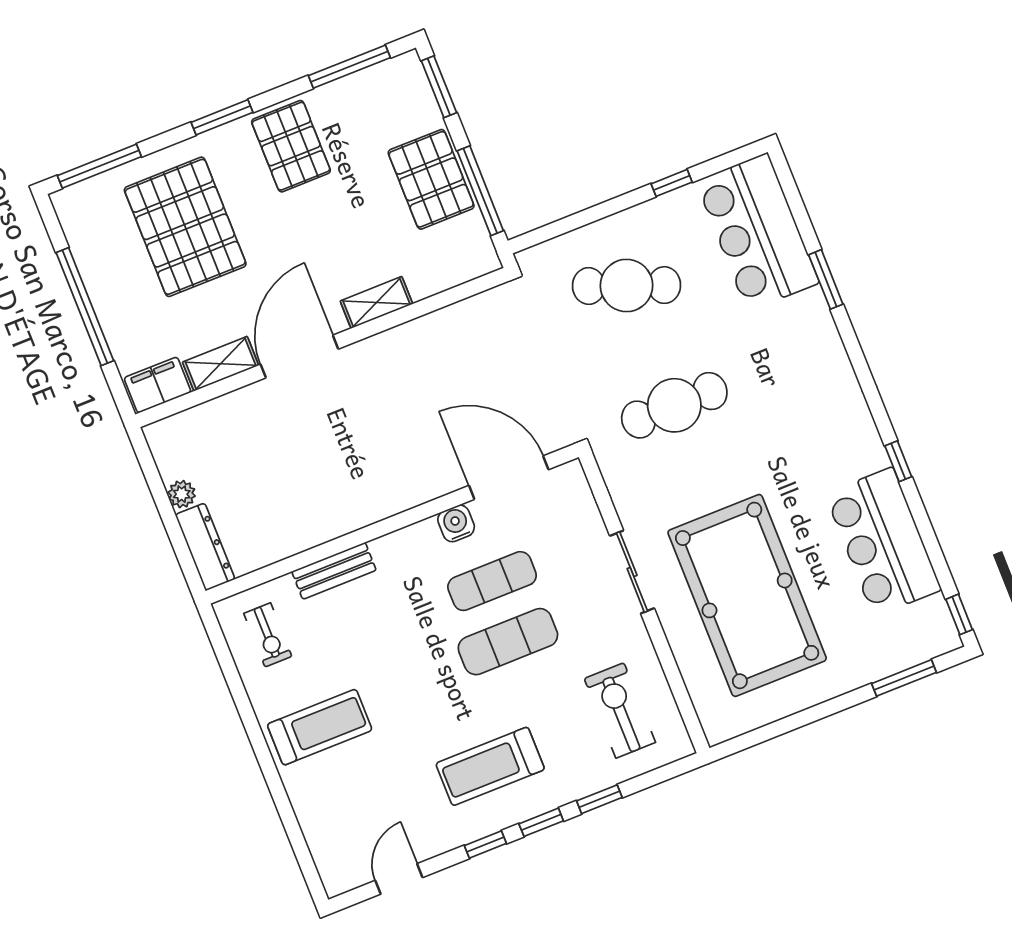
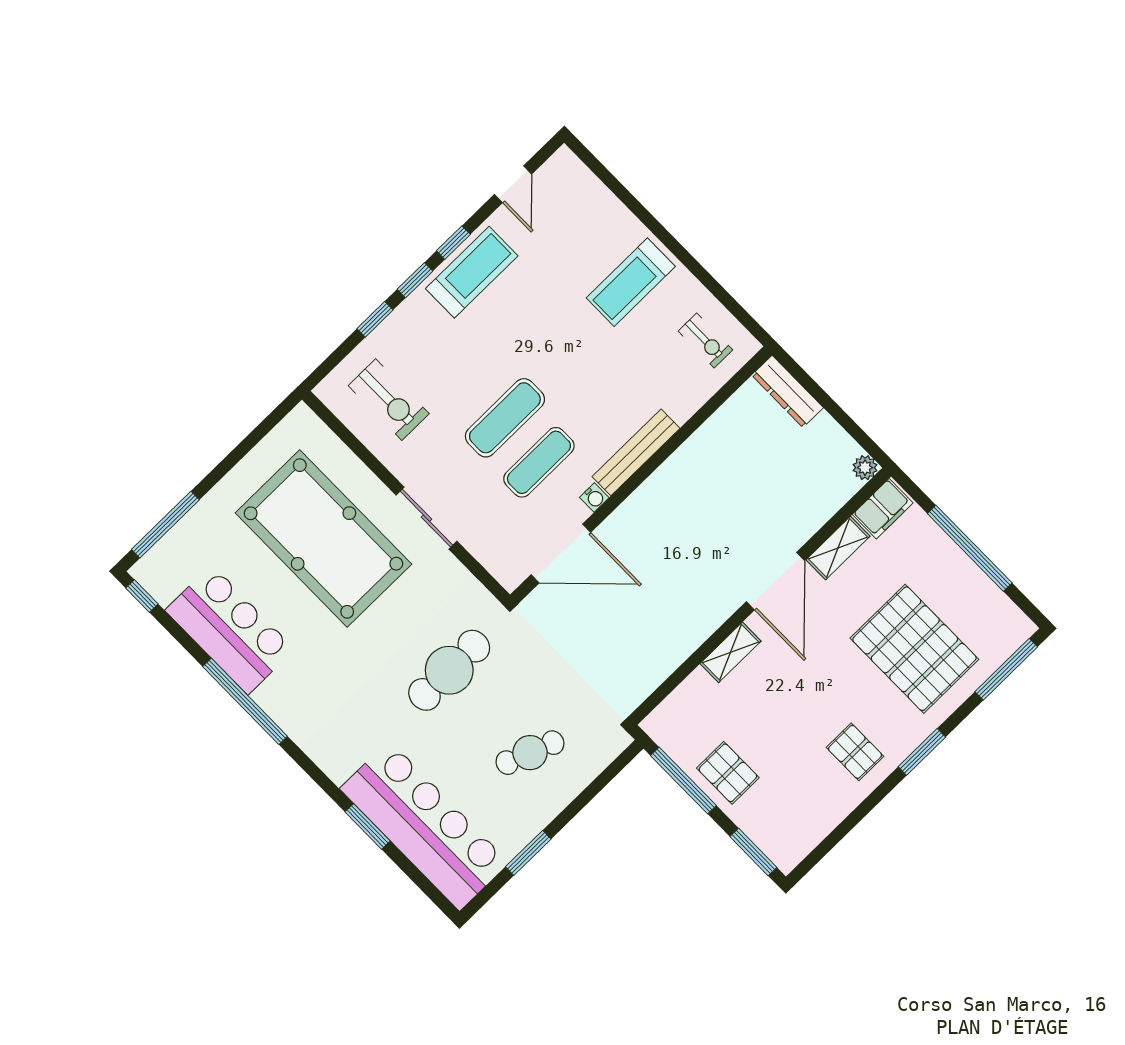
window: (349, 67) -> (834, 838), removed
pallet: (291, 146) -> (855, 752), width x0.67, depth x0.71
pallet: (431, 179) -> (728, 773), width x0.67, depth x0.71
window: (672, 183) -> (528, 853), width x1.50
bar counter: (757, 232) -> (424, 826), width x1.36
cafe table: (626, 286) -> (530, 753), width x0.73, depth x0.74
window: (898, 461) -> (245, 701), width x3.17
plant: (182, 494) -> (865, 468), moved
water cooler: (456, 523) -> (594, 498), width x0.72, depth x0.72
bench: (334, 571) -> (636, 452), moved, width x1.36
exercise bike: (268, 635) -> (705, 340), turned 180
window: (904, 678) -> (165, 525), width x1.44
treadmill: (490, 766) -> (472, 272), moved

